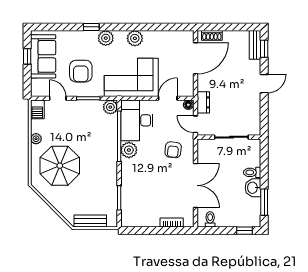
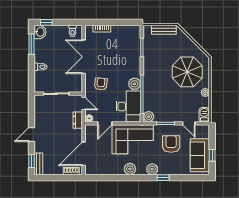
washbasin: (253, 188) -> (40, 32), moved

